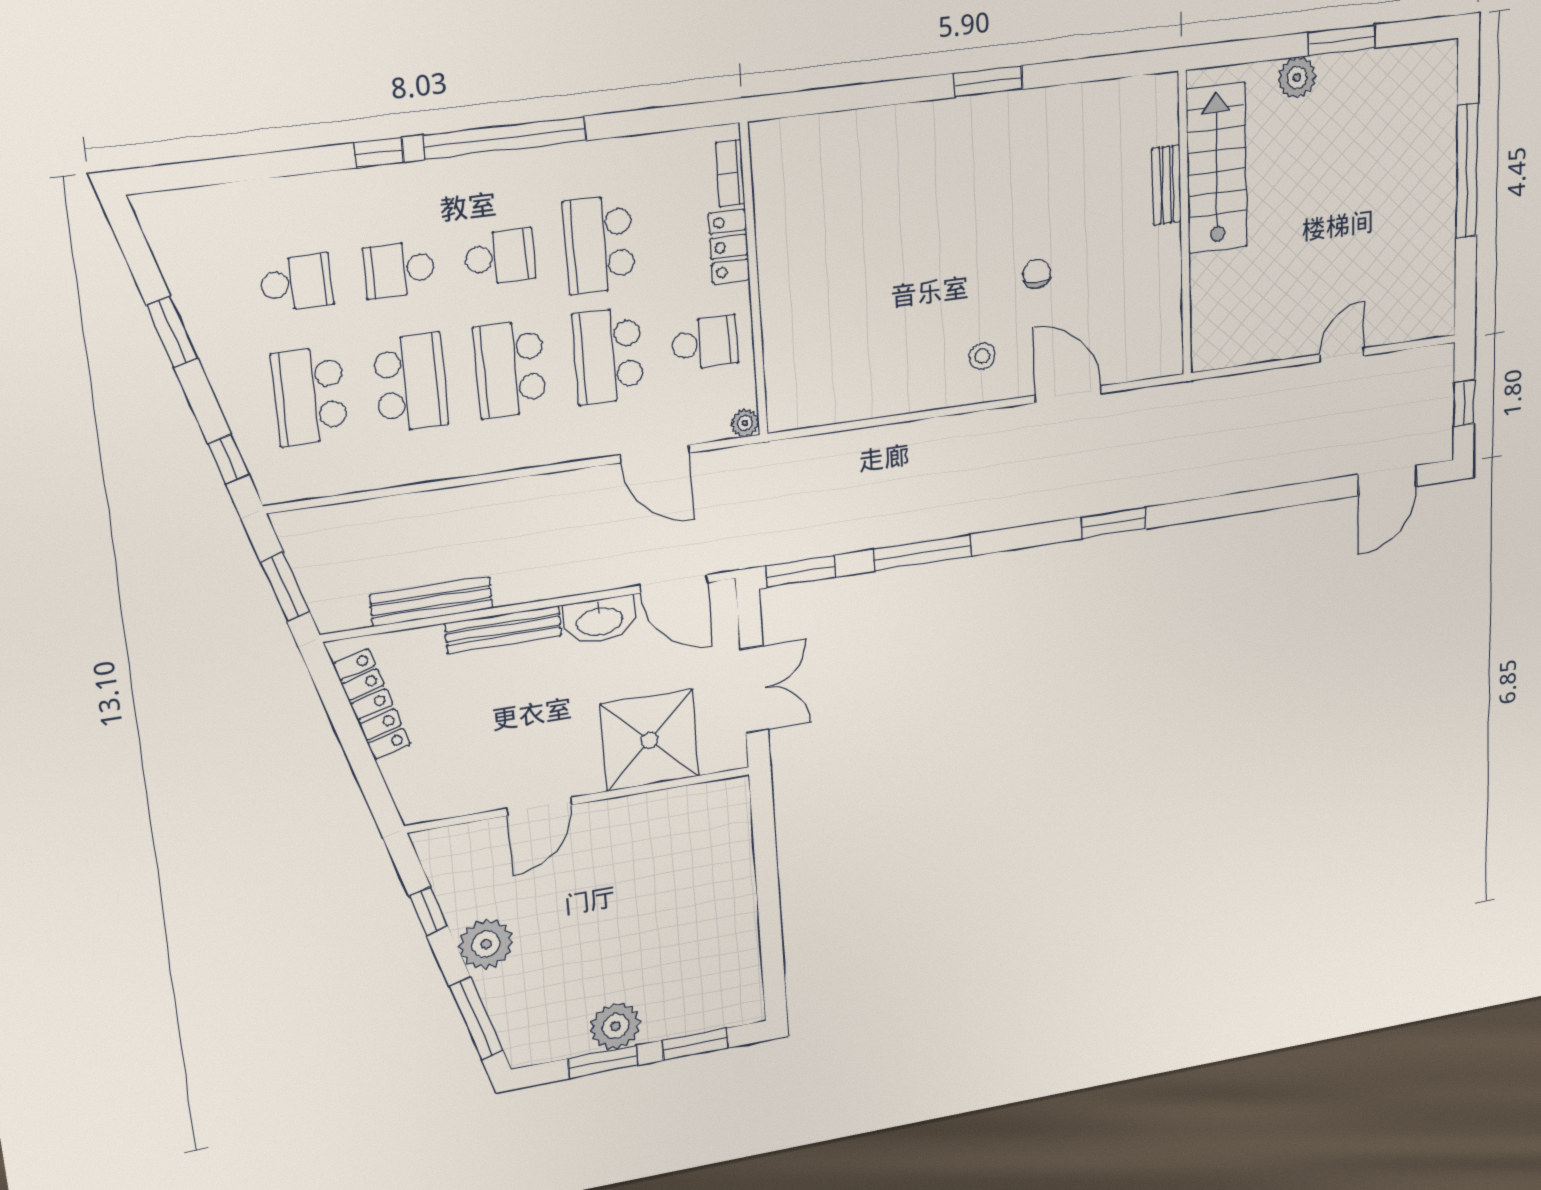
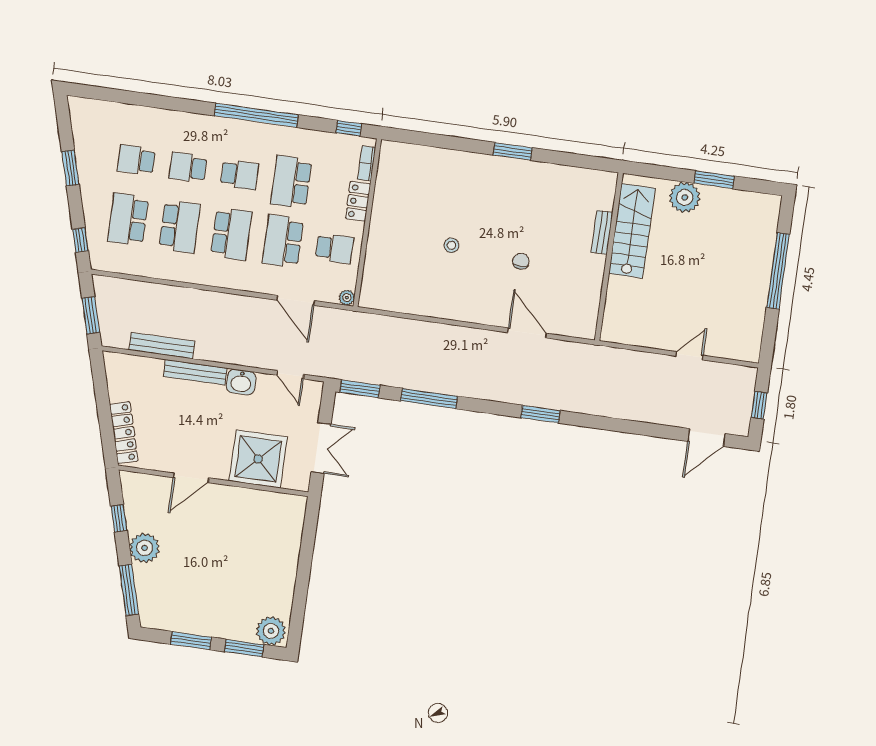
plant: (1297, 77) -> (685, 197), width x1.36, depth x1.36
window: (379, 153) -> (349, 128), moved
school desk: (297, 283) -> (136, 160), turned 180
stool: (982, 356) -> (451, 245), moved
school desk: (510, 369) -> (231, 234), turned 180
door: (674, 584) -> (290, 375), width x0.73
washbasin: (599, 620) -> (241, 382), width x0.72
locker: (372, 704) -> (124, 433), moved
plant: (615, 1026) -> (271, 631), moved

